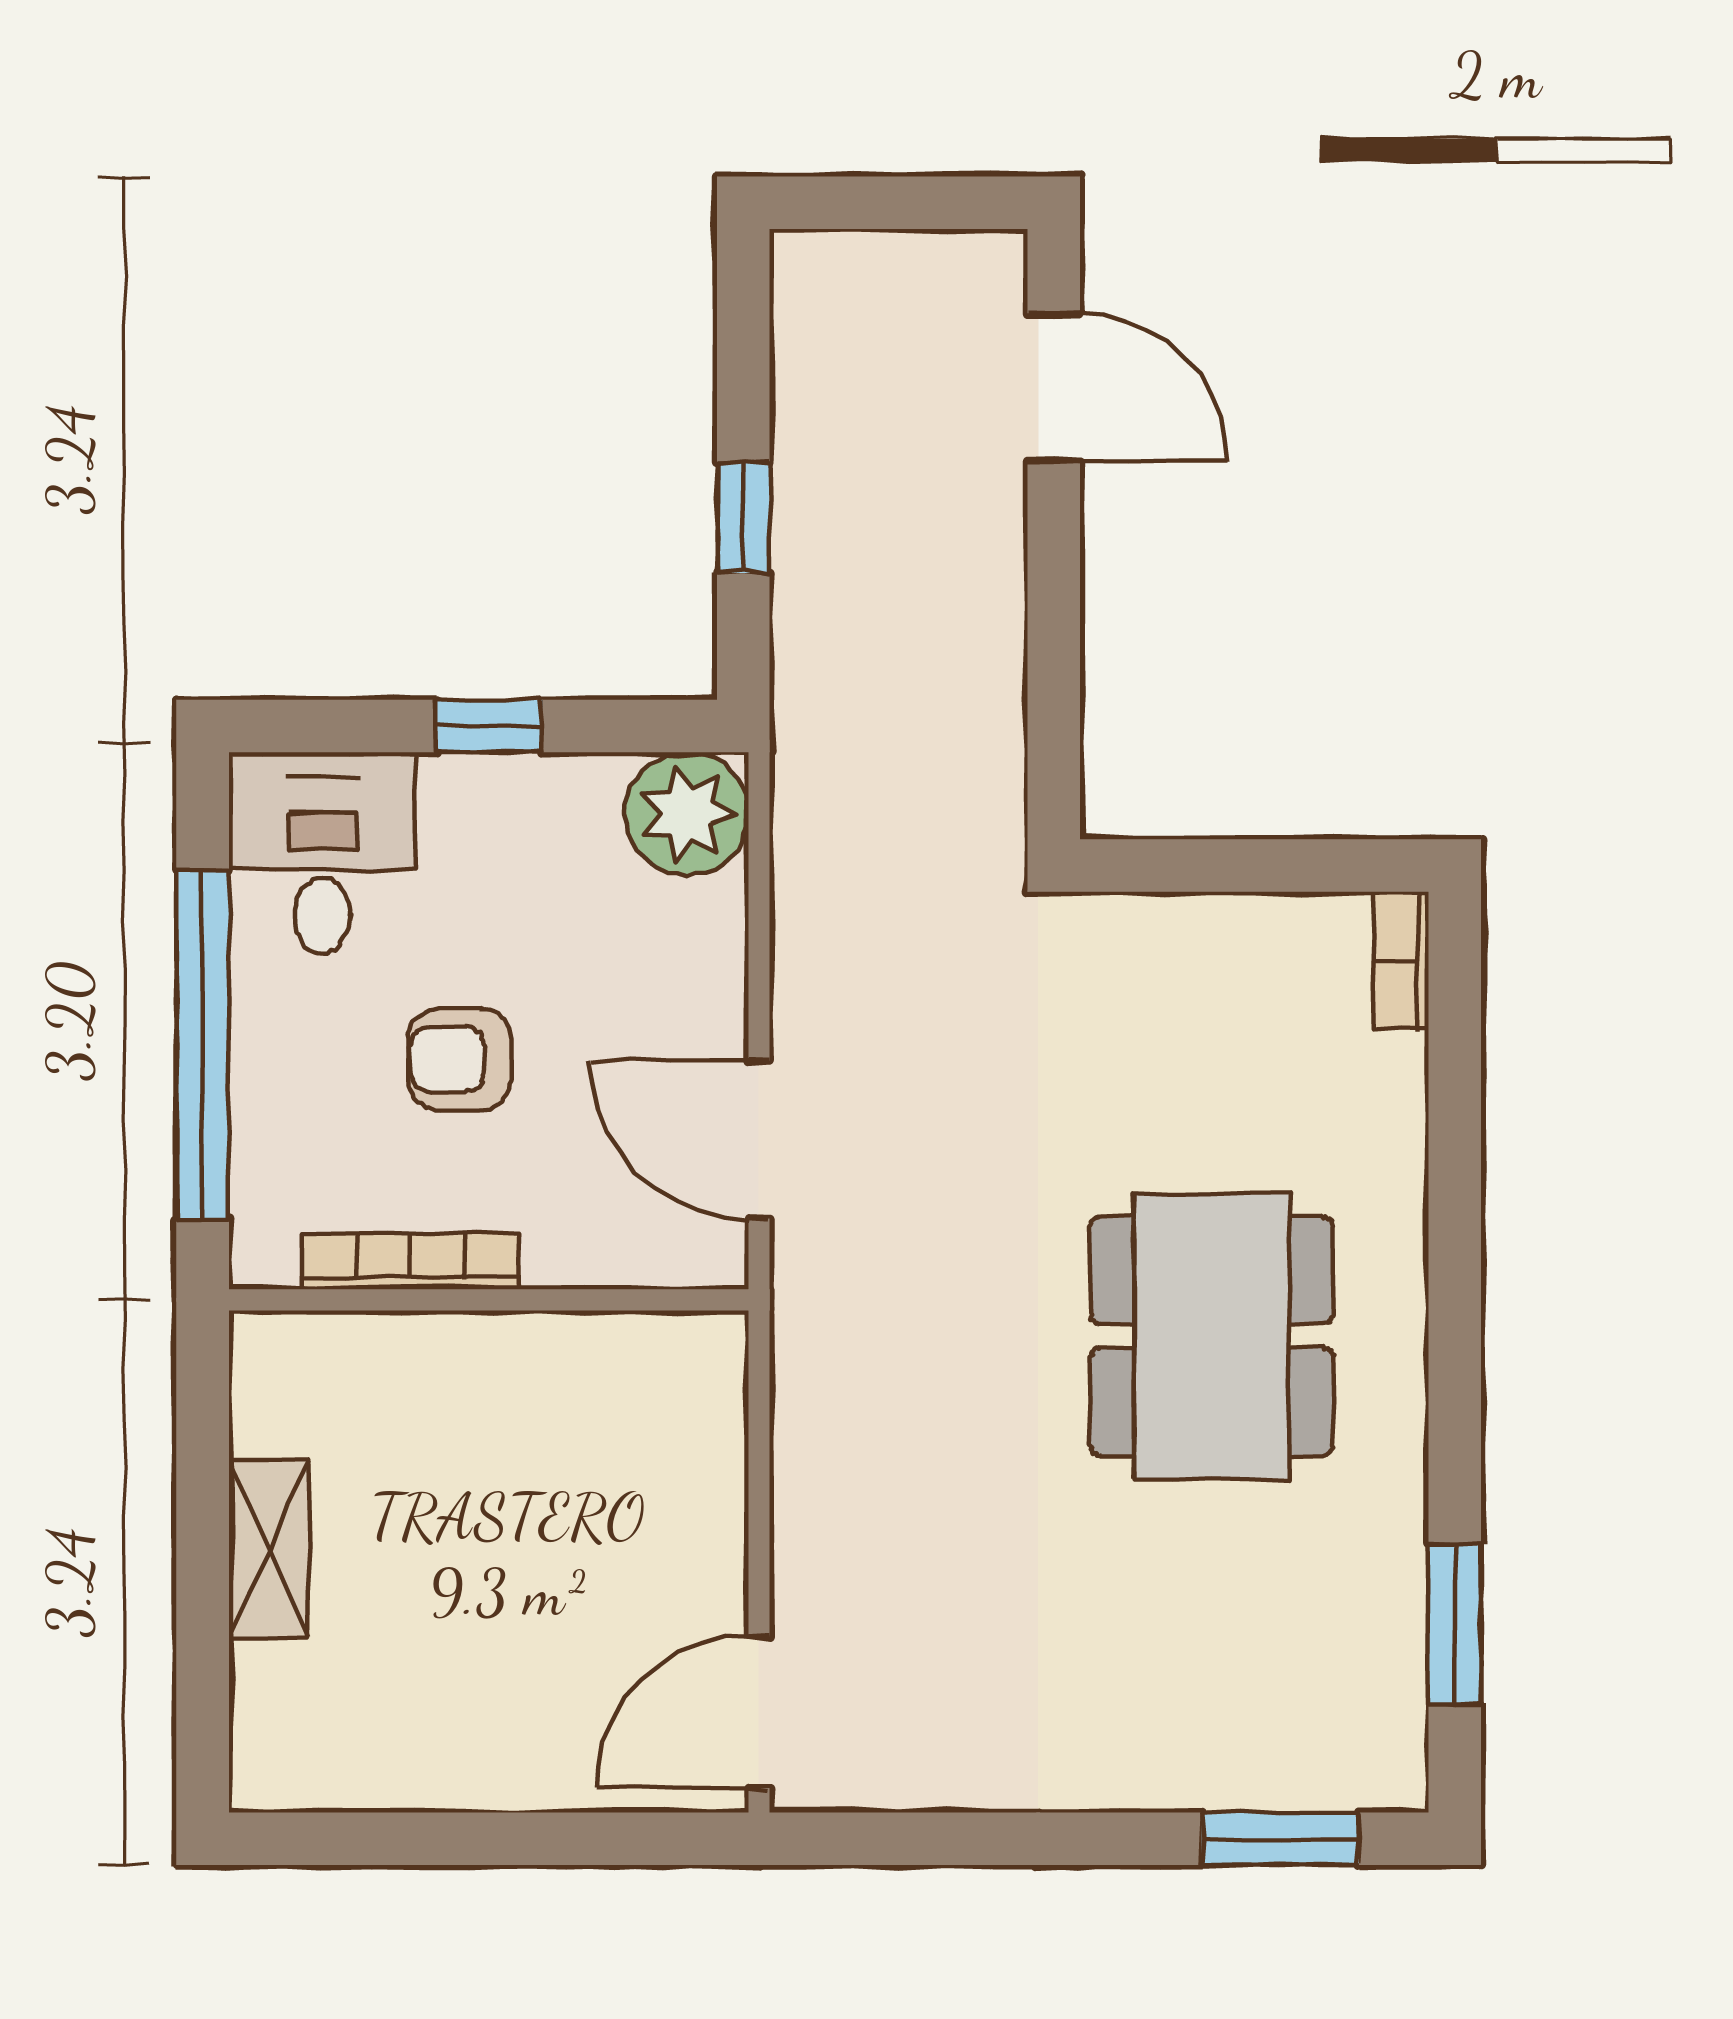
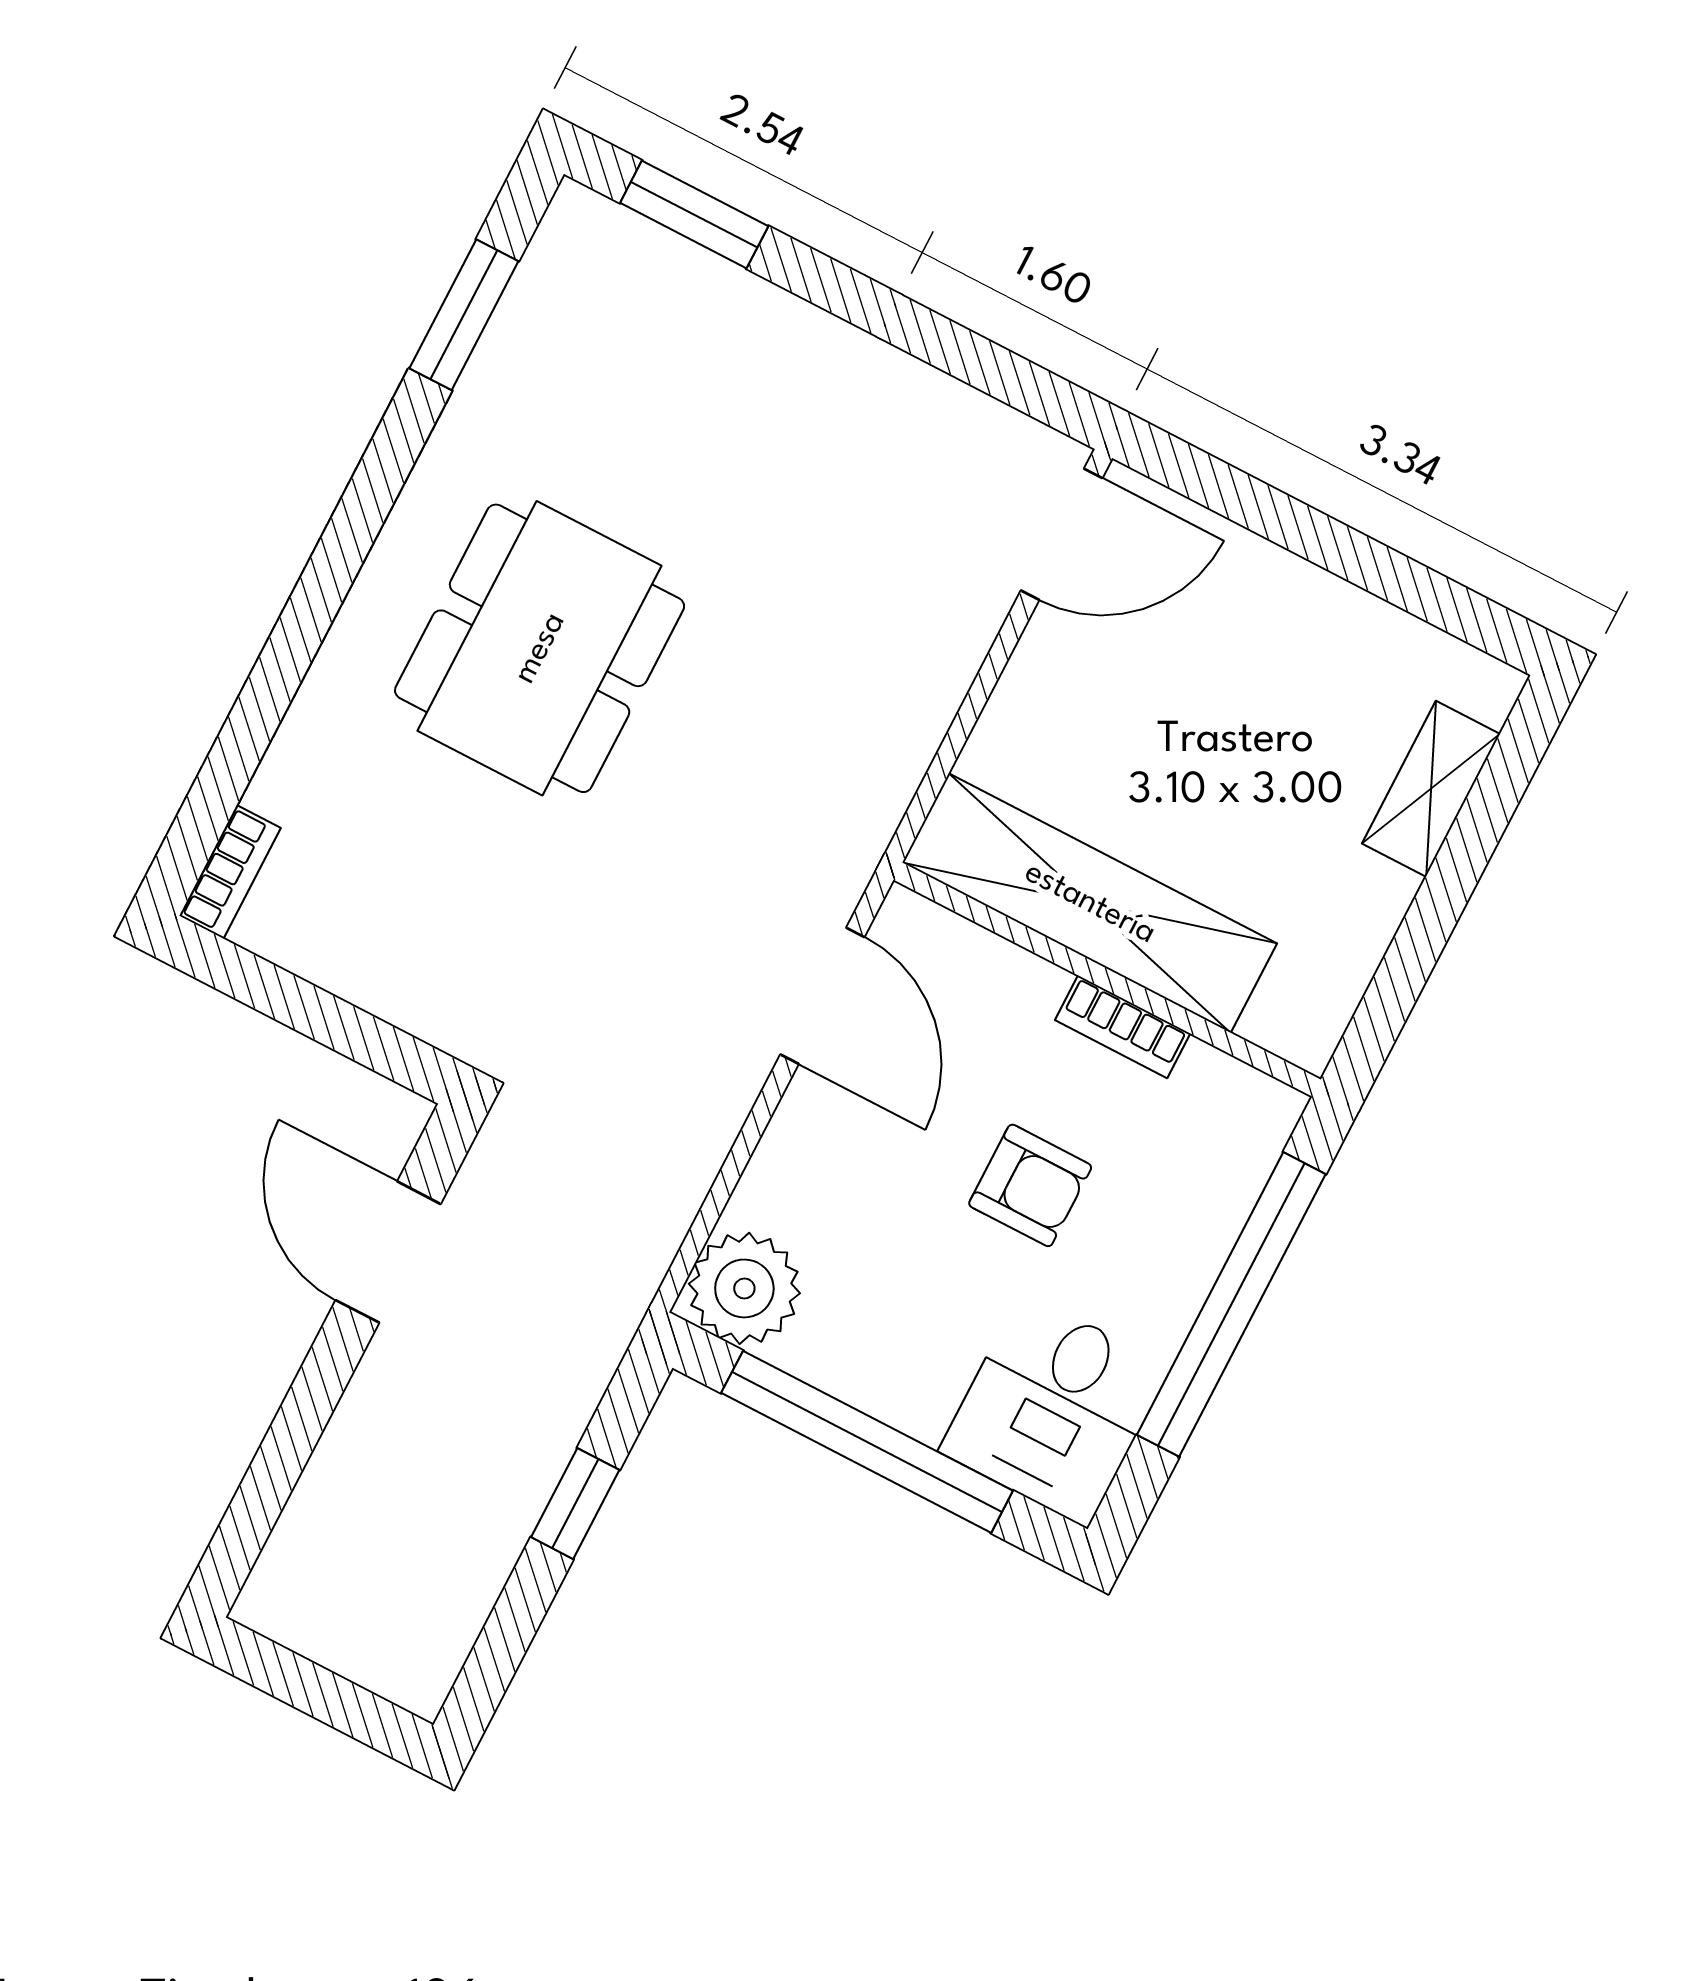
door: (1054, 387) -> (388, 1252), moved
window: (489, 726) -> (867, 1442), width x3.17
bookcase: (410, 1261) -> (1123, 1027), width x0.64
shelving: (545, 1366) -> (1090, 903), added
shelving: (269, 1549) -> (1431, 789), moved

